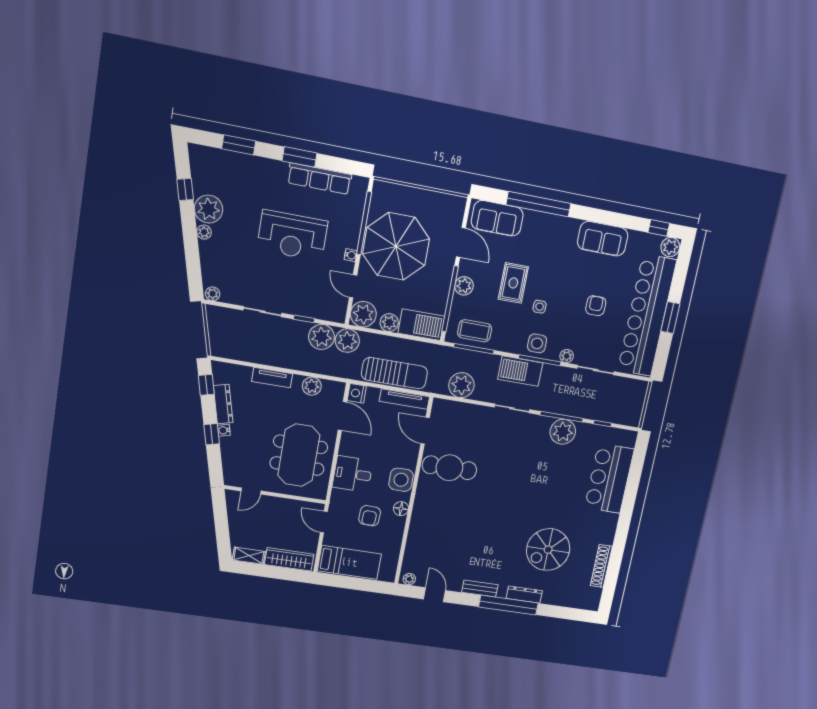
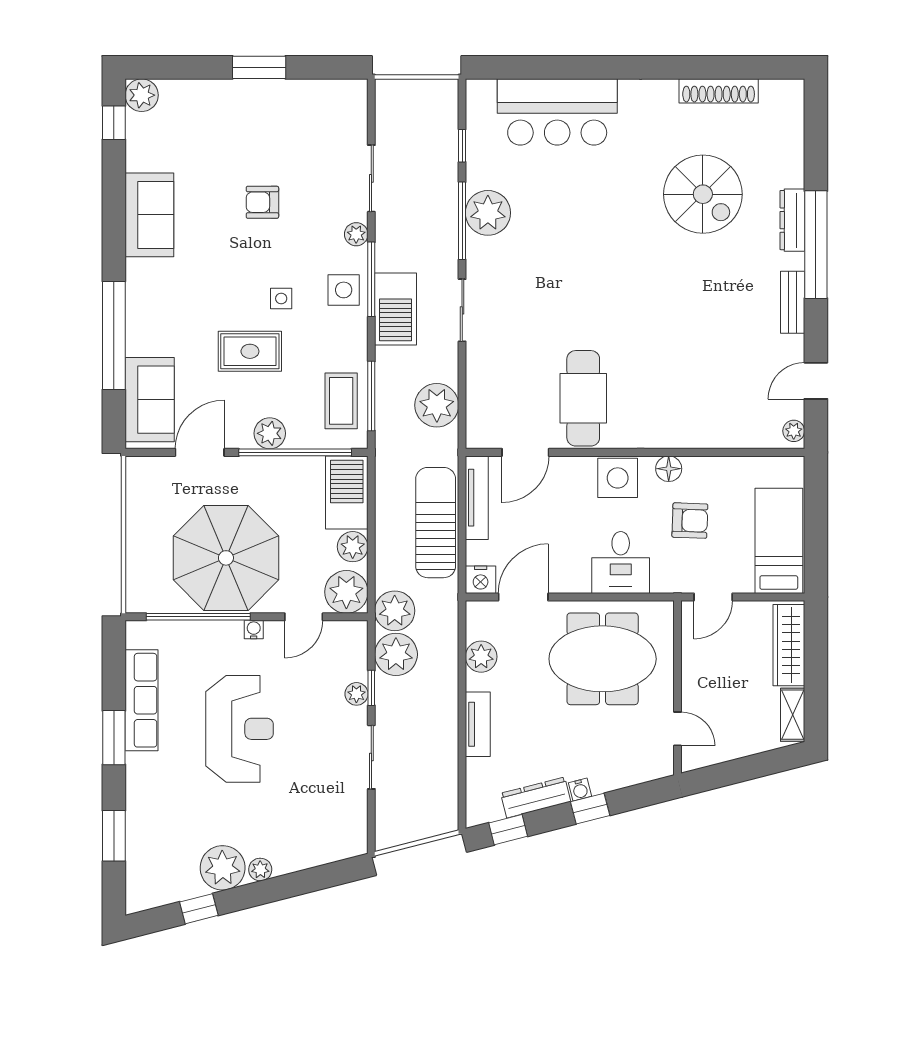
plant: (213, 294) -> (356, 694), moved
bar counter: (647, 315) -> (263, 109), removed

